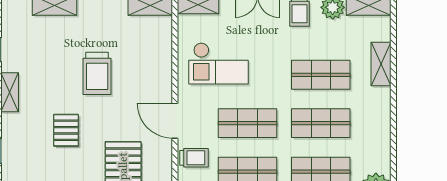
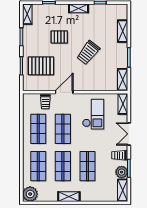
checkout: (218, 63) -> (93, 114), turned 180
shelving: (381, 64) -> (69, 197), moved
trolley: (97, 73) -> (88, 53), turned -52

